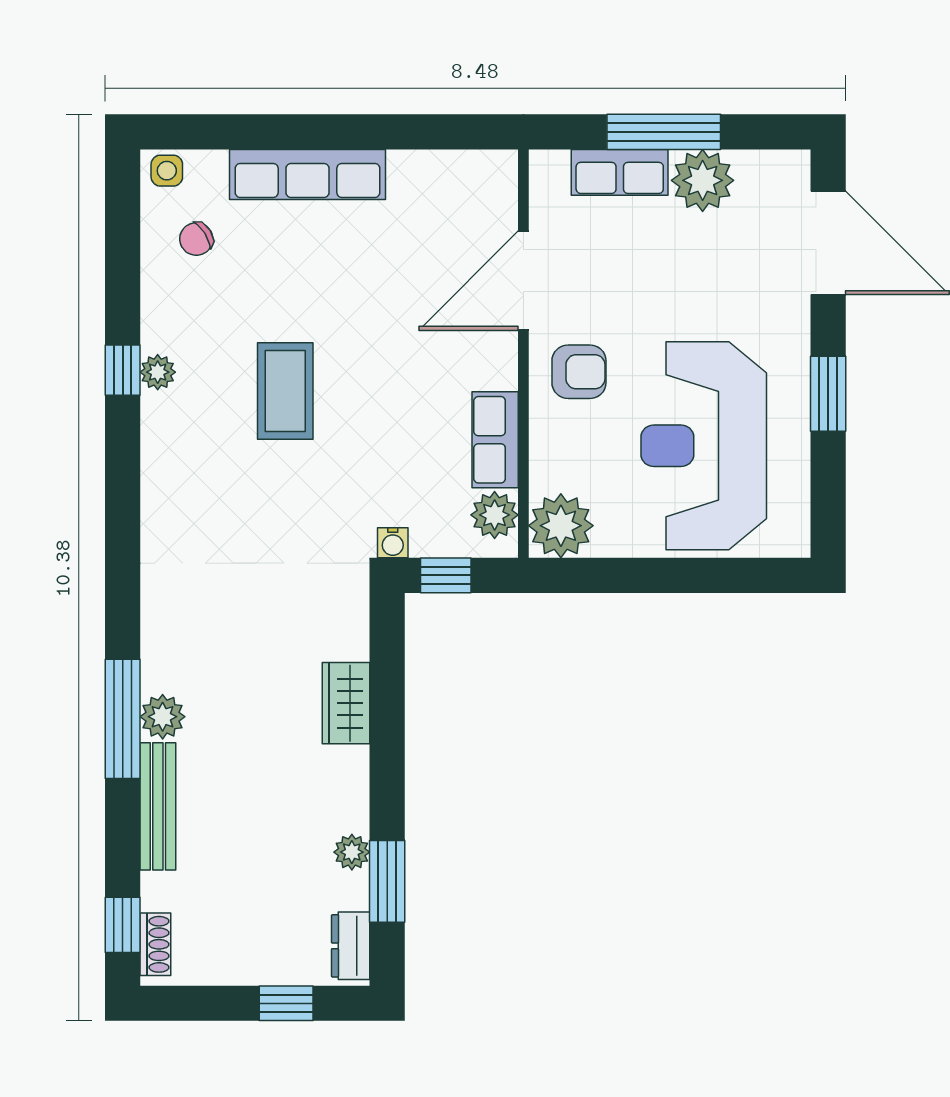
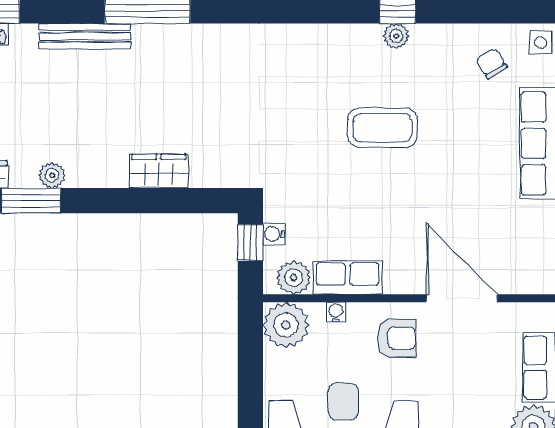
armchair: (579, 372) -> (396, 338), turned -90
water cooler: (543, 456) -> (336, 312), added
water cooler: (393, 543) -> (274, 234), moved
plant: (163, 717) -> (149, 40), removed

